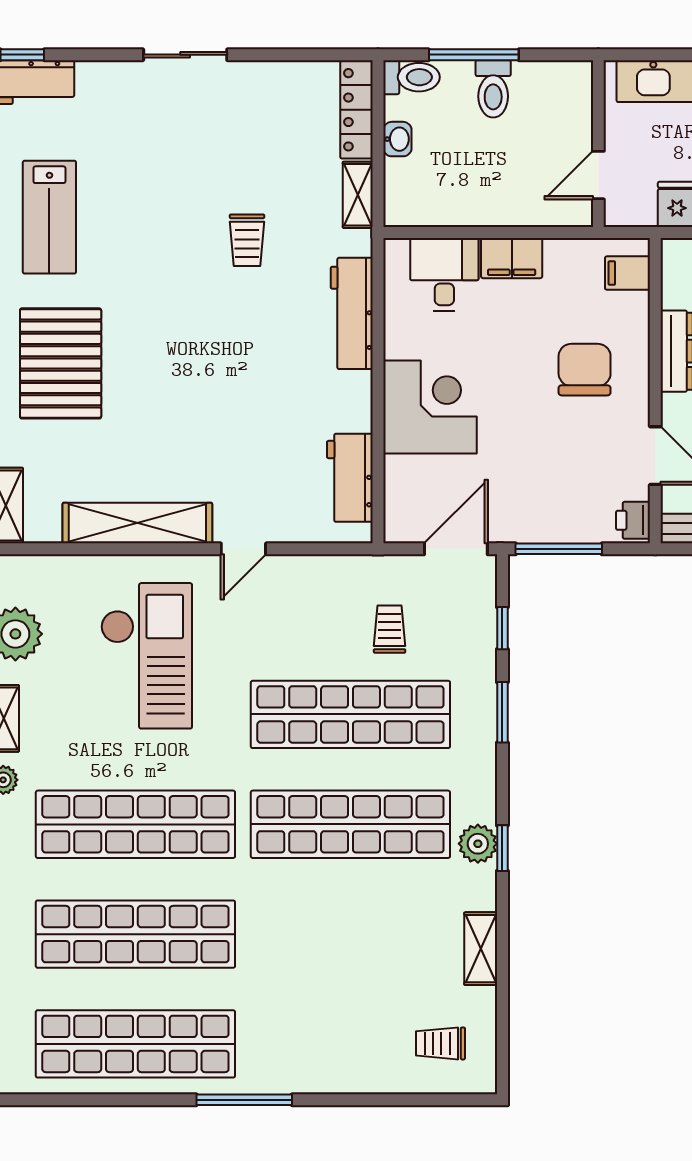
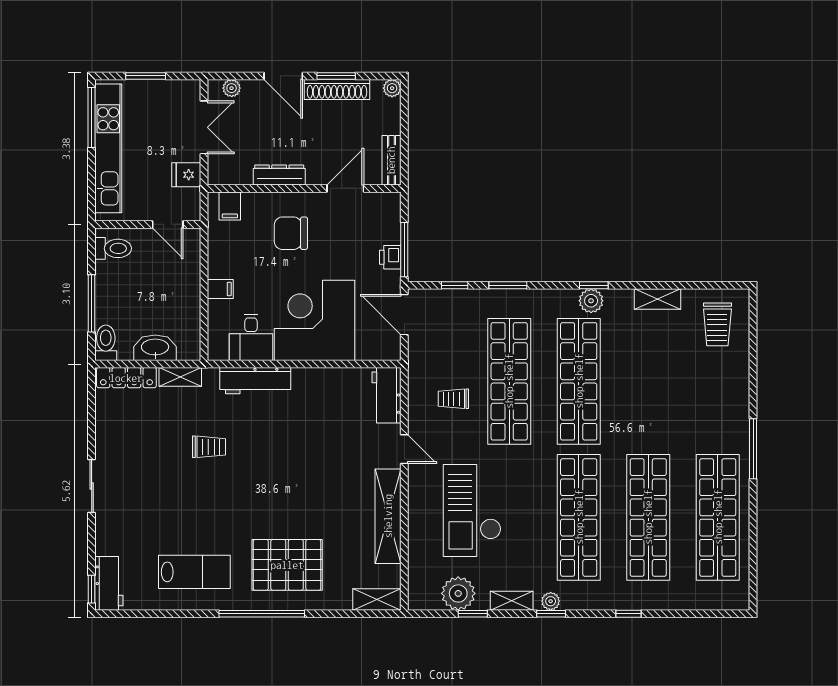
toilet: (493, 89) -> (113, 248), moved
washbasin: (397, 139) -> (155, 348), width x1.91, depth x1.45
filing cabinet: (512, 258) -> (220, 289), width x0.50
desk: (444, 275) -> (251, 337), moved, turned -90
corner desk: (430, 407) -> (315, 320), width x1.36, depth x1.36
workbench: (350, 478) -> (387, 395), moved, turned 90
printer: (633, 520) -> (390, 257), moved, turned 90
trolley: (390, 629) -> (453, 399), moved
checkout: (147, 656) -> (472, 510), turned -90
trolley: (440, 1043) -> (717, 324), width x1.36, depth x1.39

